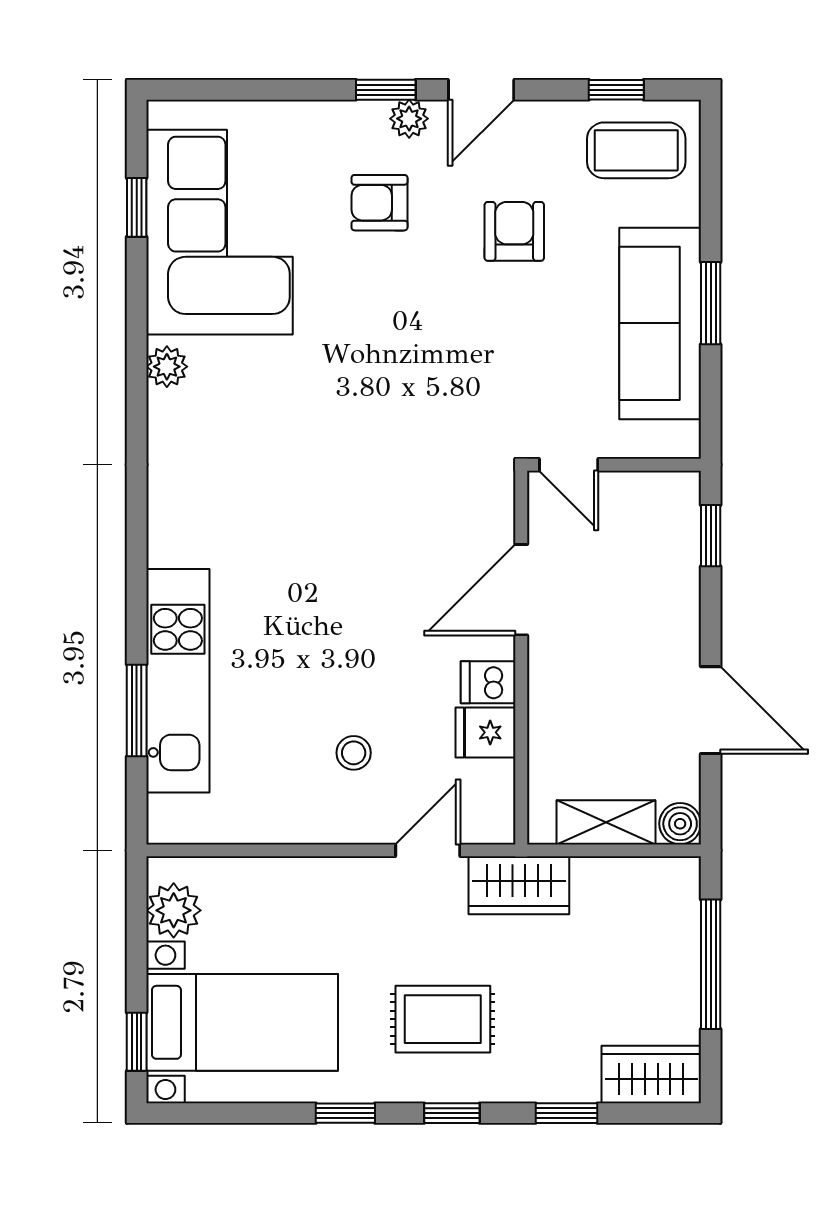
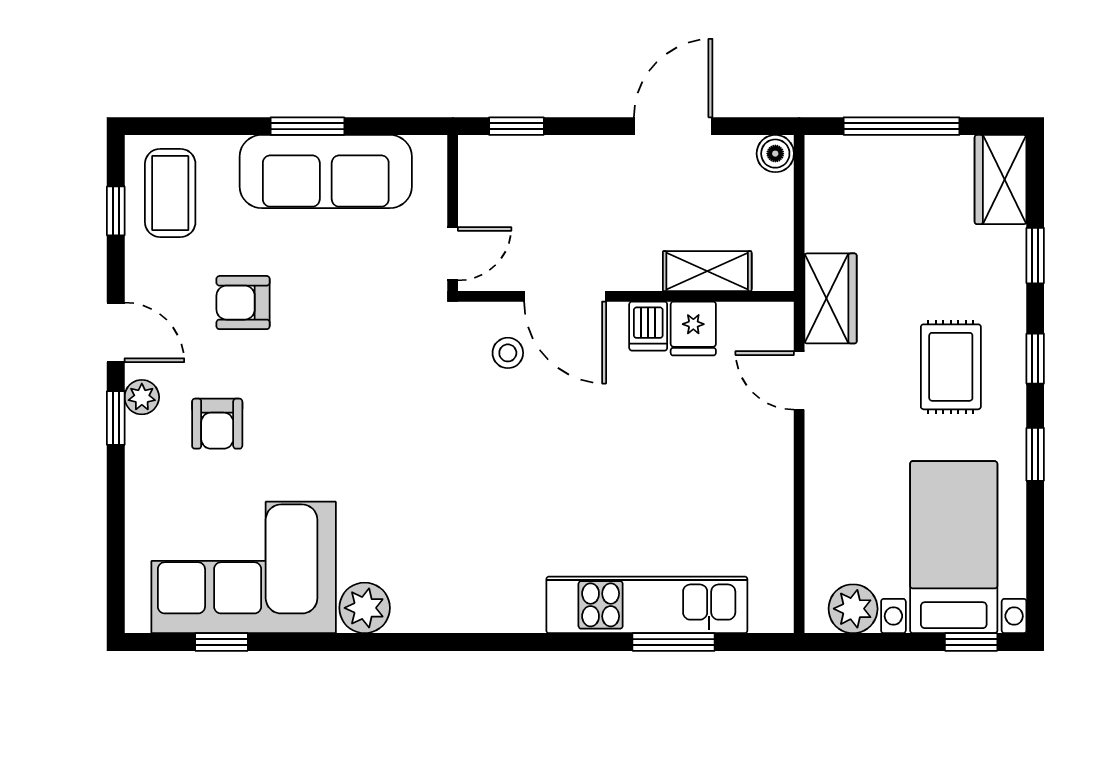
plant: (167, 367) -> (365, 608), width x1.38, depth x1.38
stool: (354, 753) -> (508, 353), moved
shelving: (606, 822) -> (707, 271), moved, turned 90

